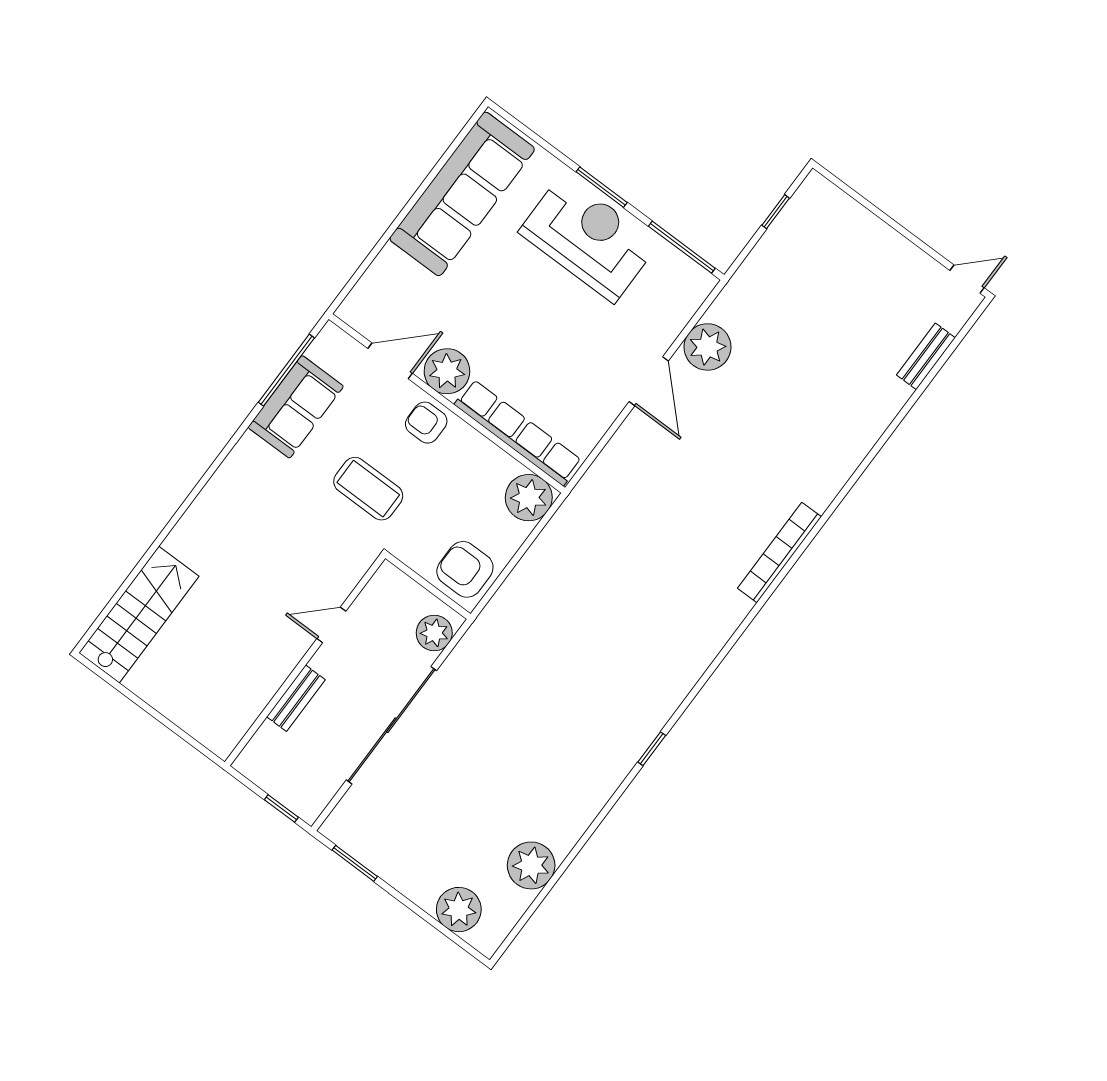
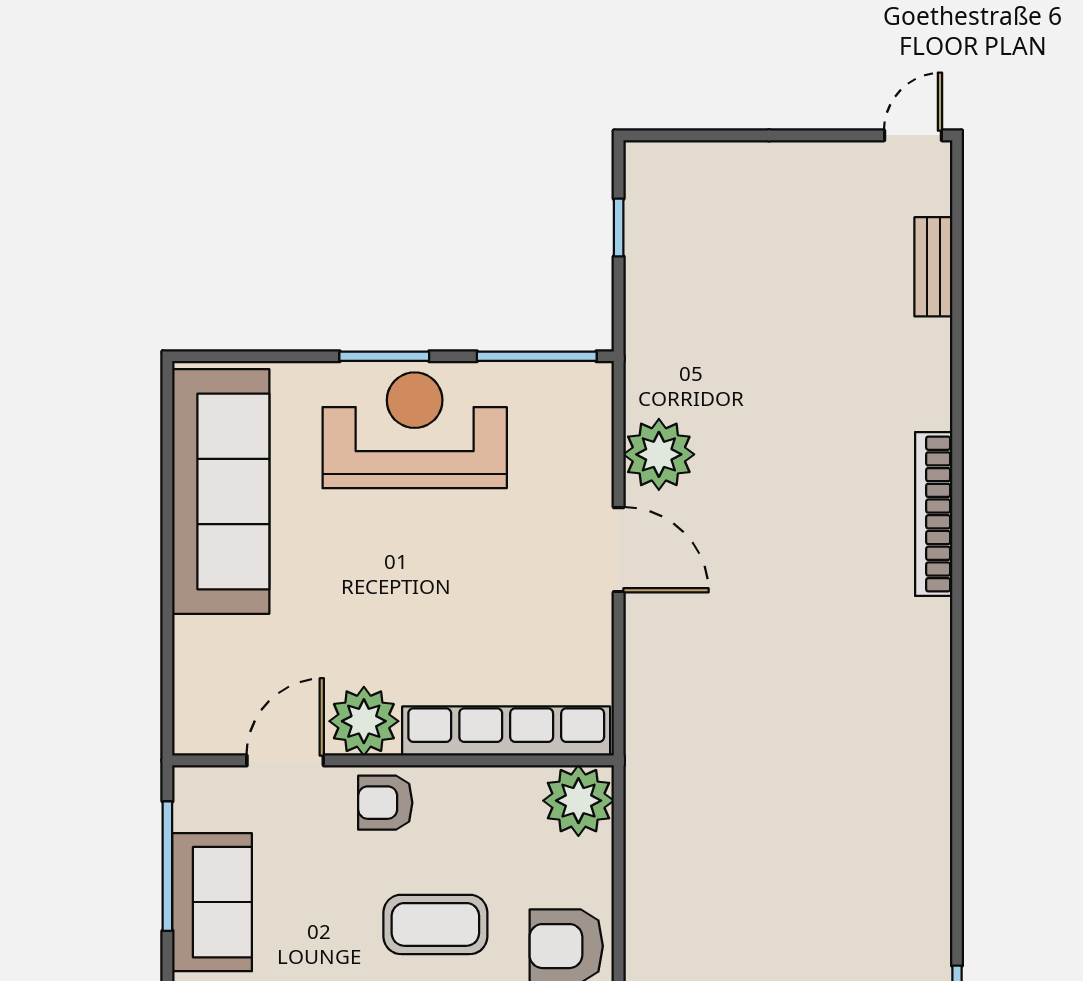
coffee table: (368, 489) -> (435, 924), moved
bookcase: (779, 553) -> (934, 514), moved

